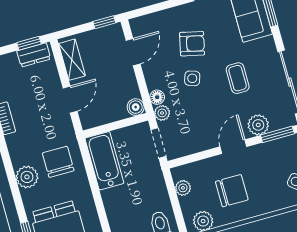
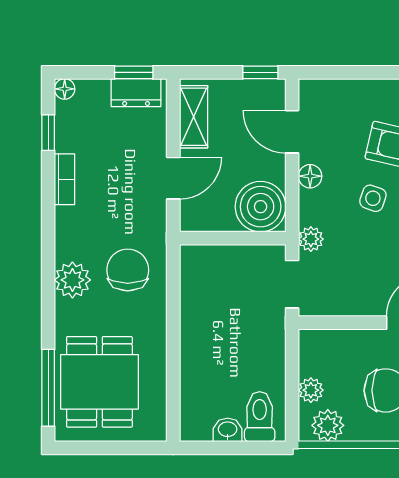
door: (133, 52) -> (292, 132), swing flipped
floor lamp: (157, 97) -> (310, 176), moved
boiler: (136, 107) -> (261, 207), width x1.86, depth x1.86
bathtub: (104, 161) -> (200, 288), removed
plant: (183, 188) -> (311, 390), moved

